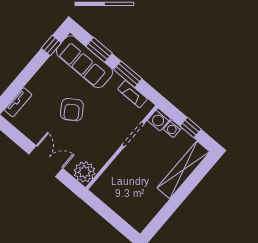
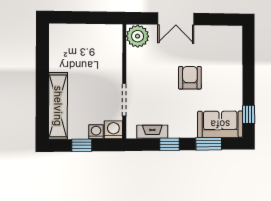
sofa: (84, 62) -> (220, 124), width x0.73
window: (128, 74) -> (170, 144), width x0.67
tv unit: (18, 102) -> (237, 48), removed
armchair: (72, 110) -> (190, 78), turned 34

